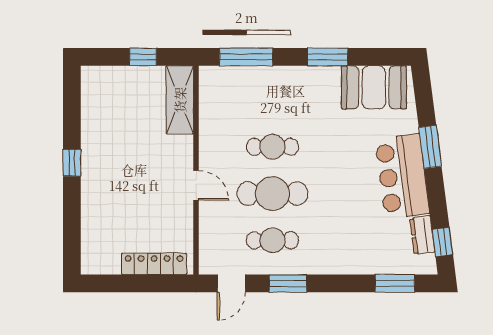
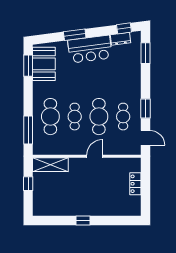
window: (327, 57) -> (28, 66), moved
cafe table: (272, 100) -> (50, 117), added
locker: (154, 264) -> (135, 184), width x0.66

